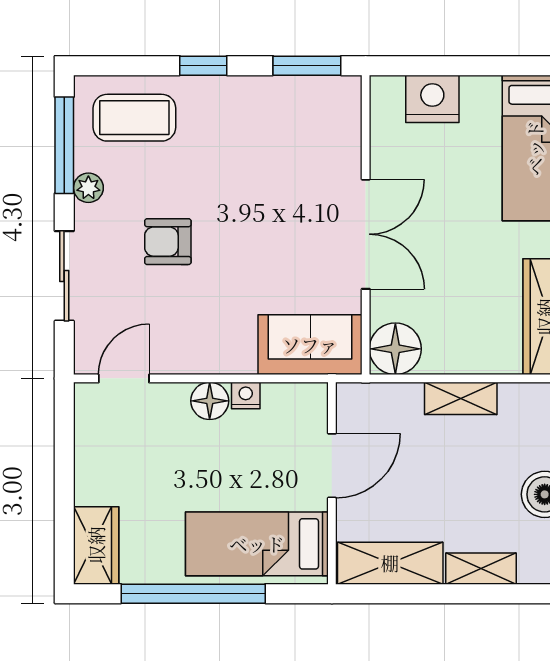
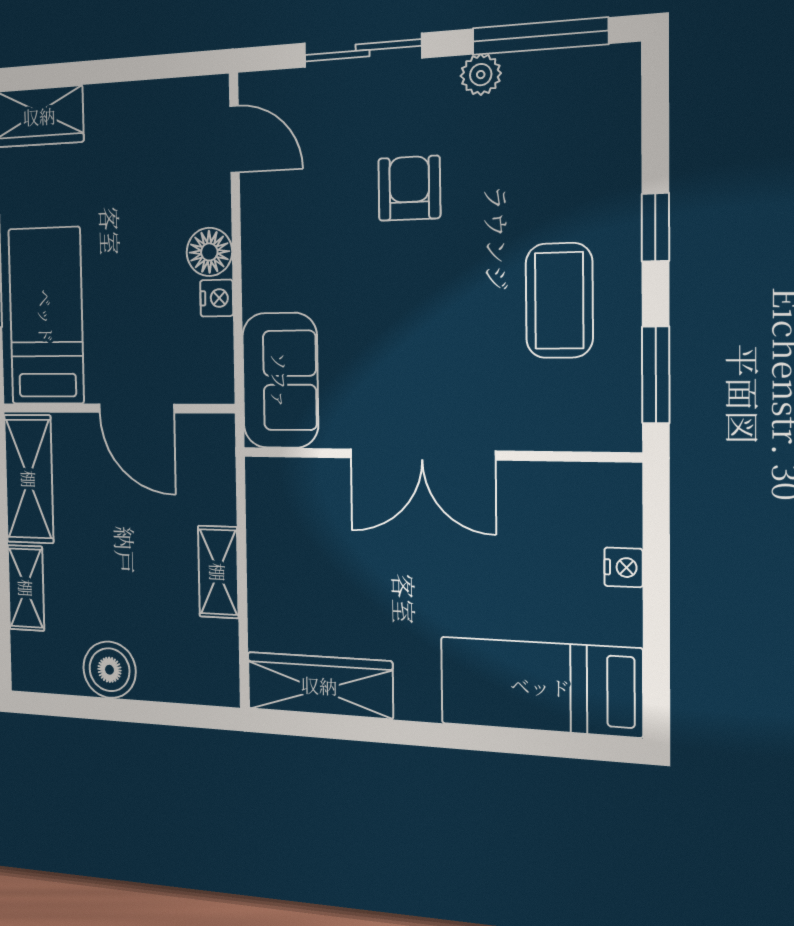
nightstand: (432, 99) -> (623, 567), width x0.53, depth x0.56
coffee table: (134, 118) -> (559, 301), moved
floor lamp: (395, 349) -> (277, 491), removed

